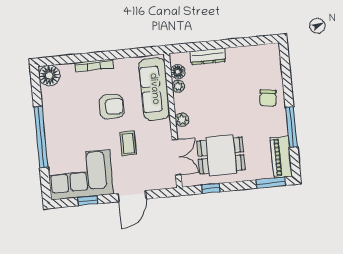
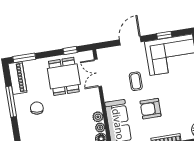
chair: (268, 98) -> (37, 108), moved
plant: (182, 120) -> (98, 117), moved
dining table: (221, 155) -> (64, 76), turned 90

